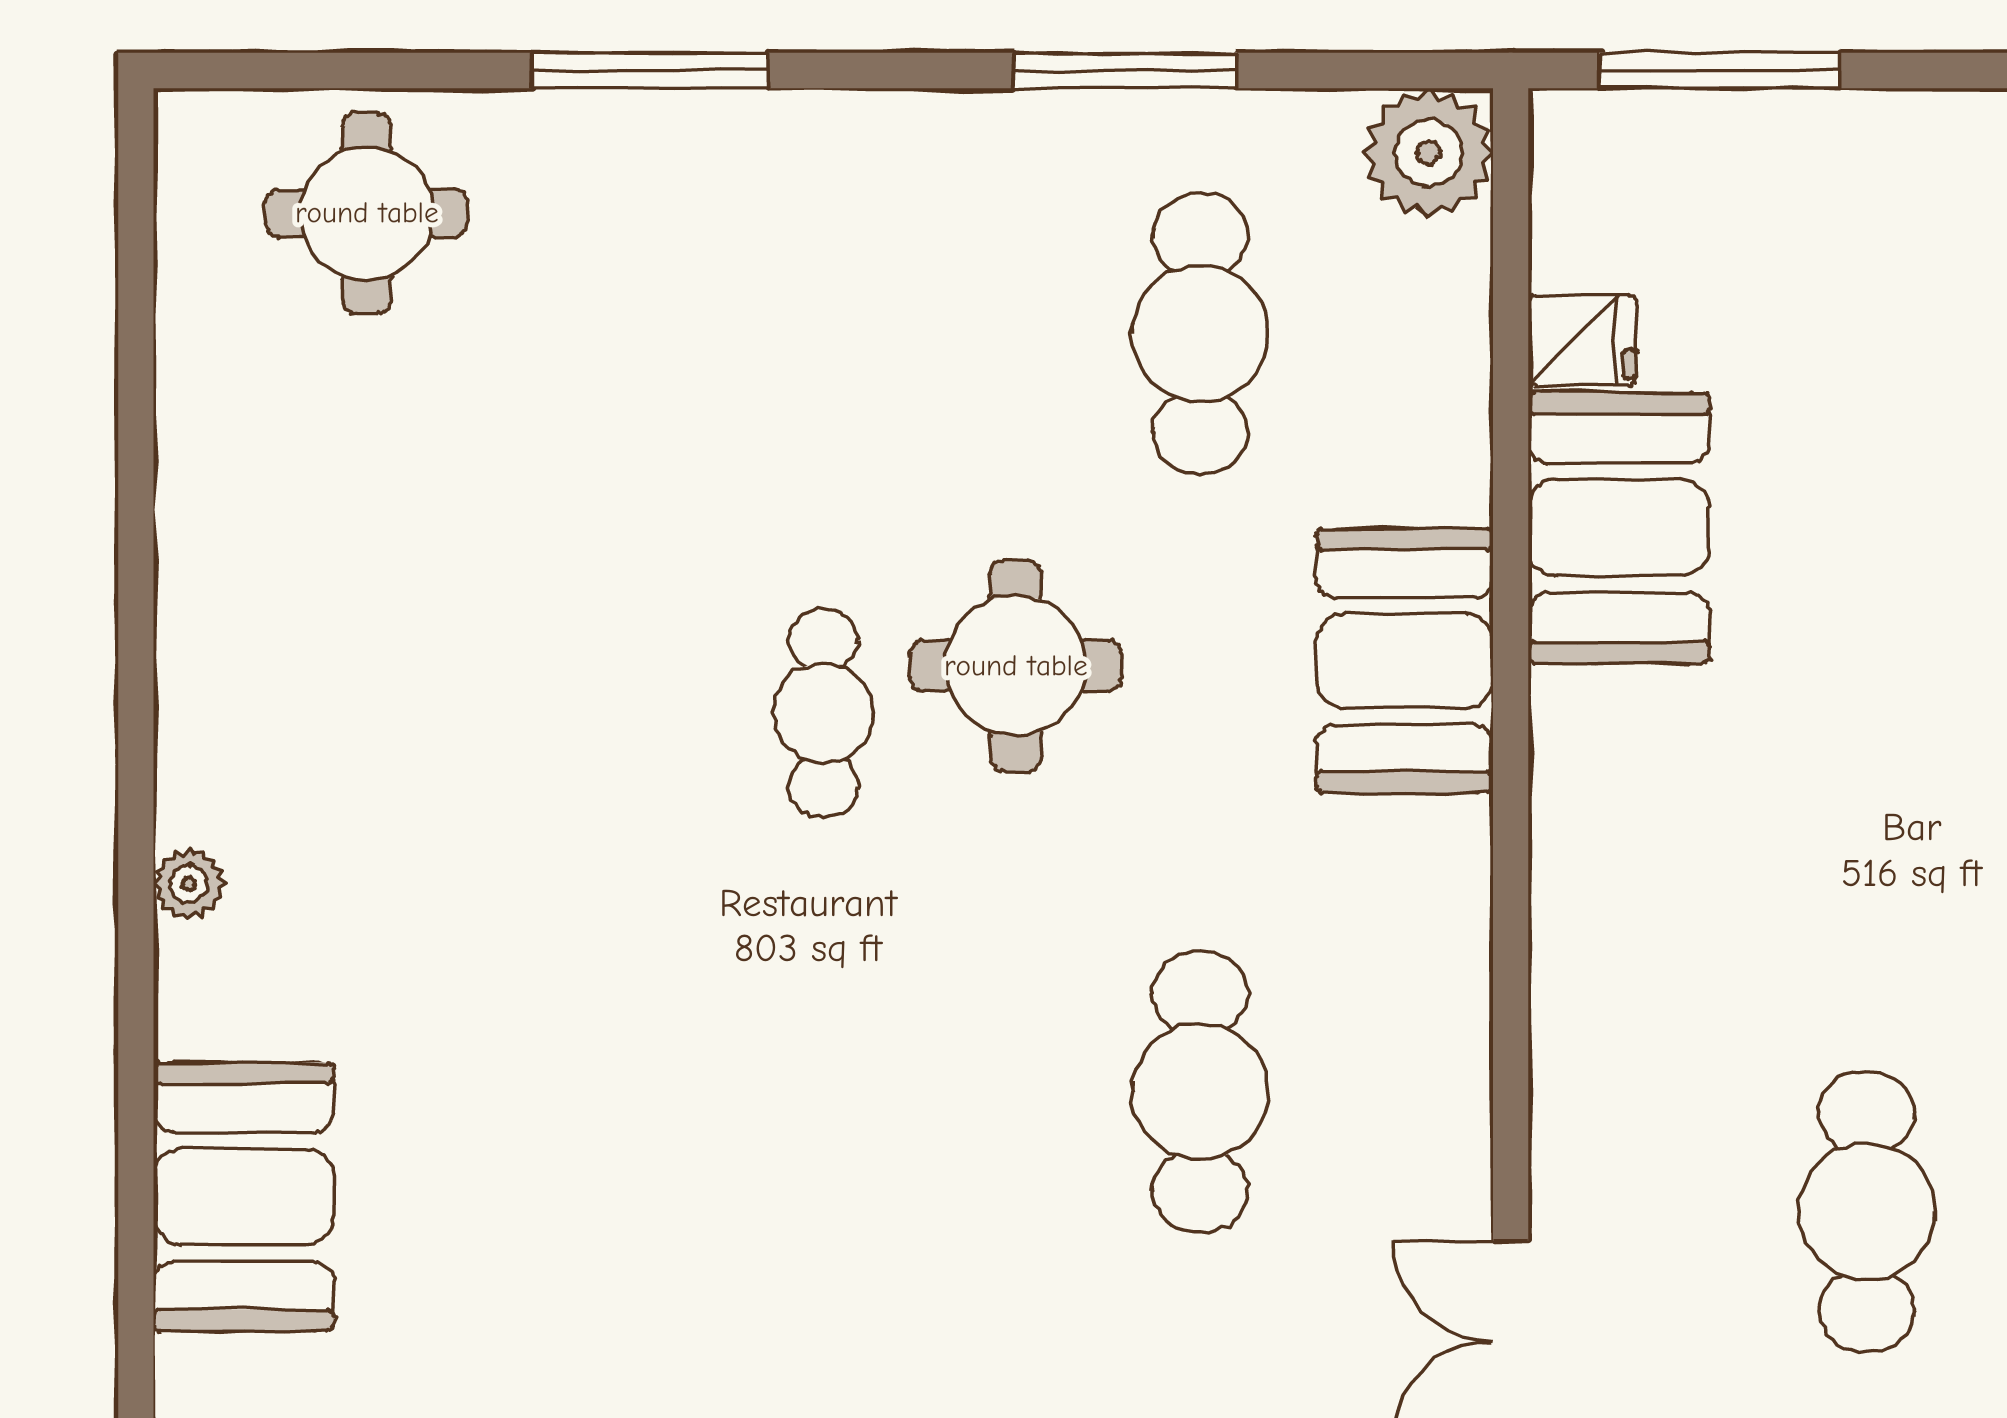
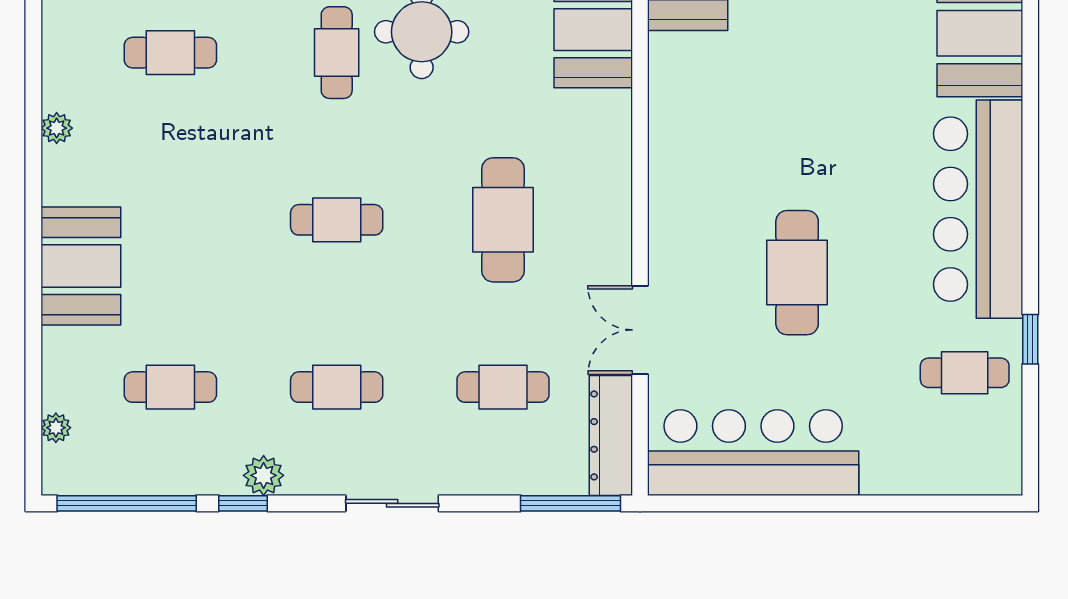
cafe table: (446, 713) -> (170, 53), added
cafe table: (823, 1092) -> (337, 220), added

